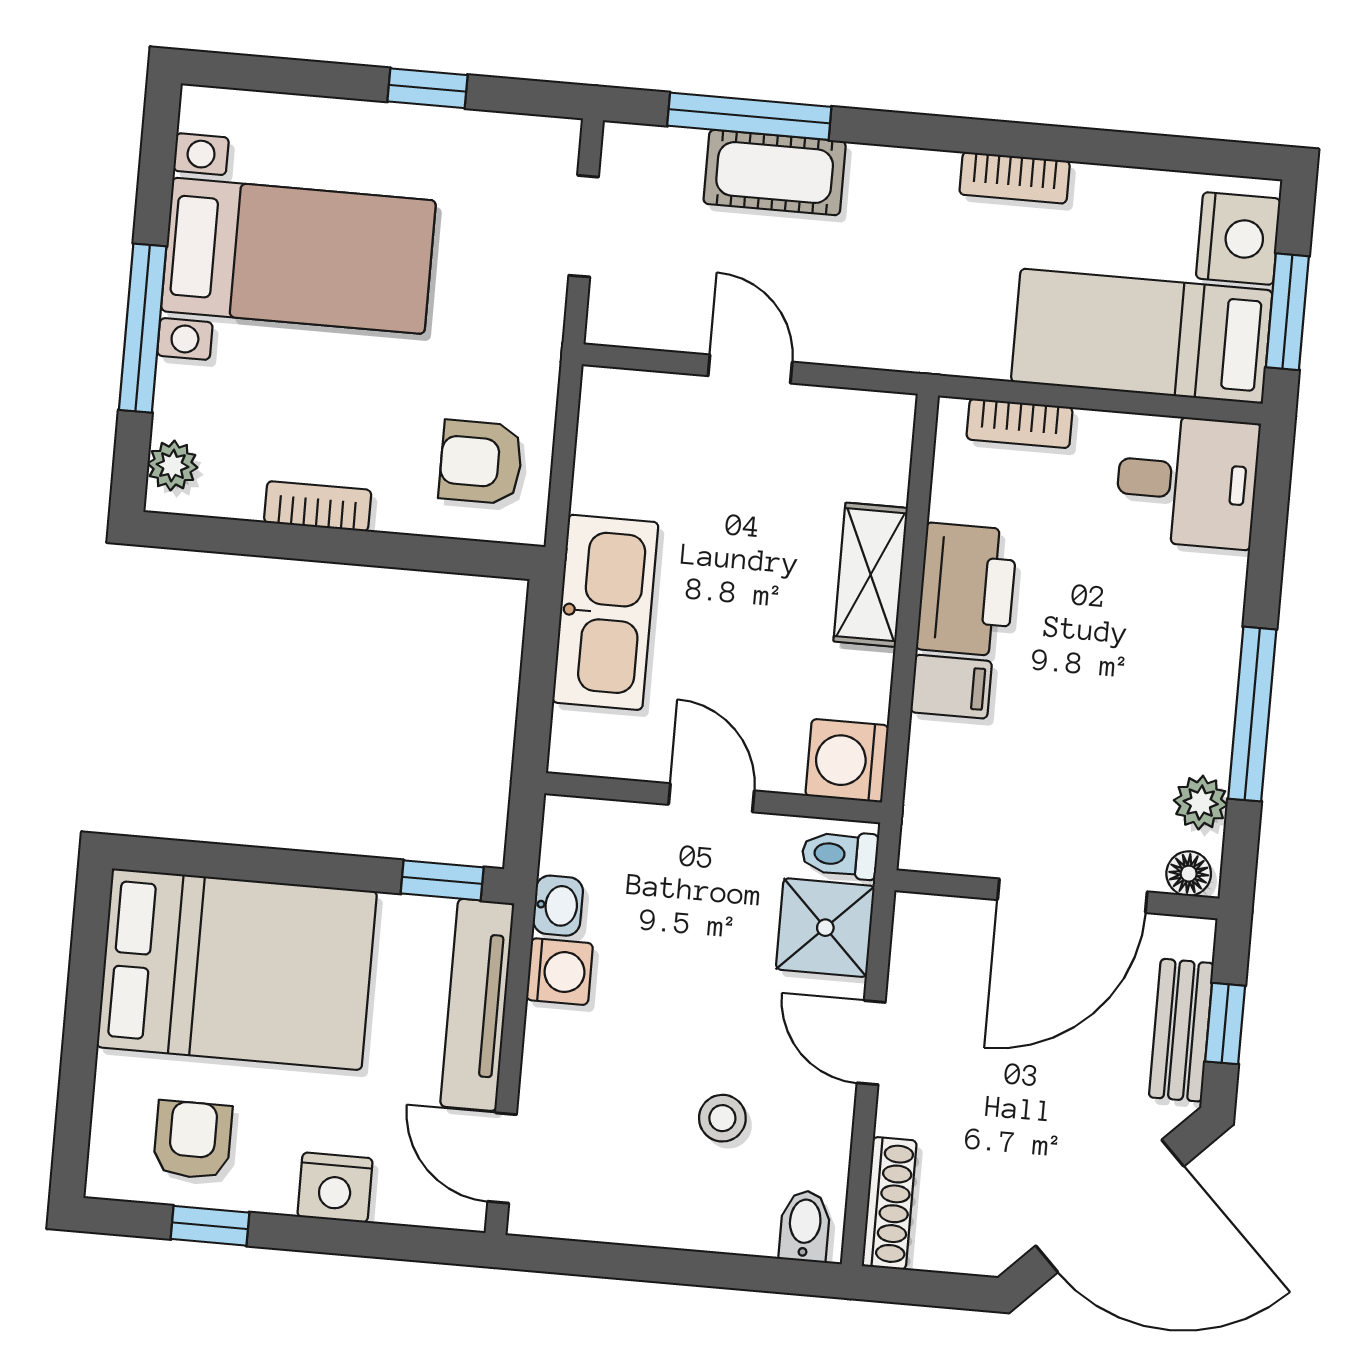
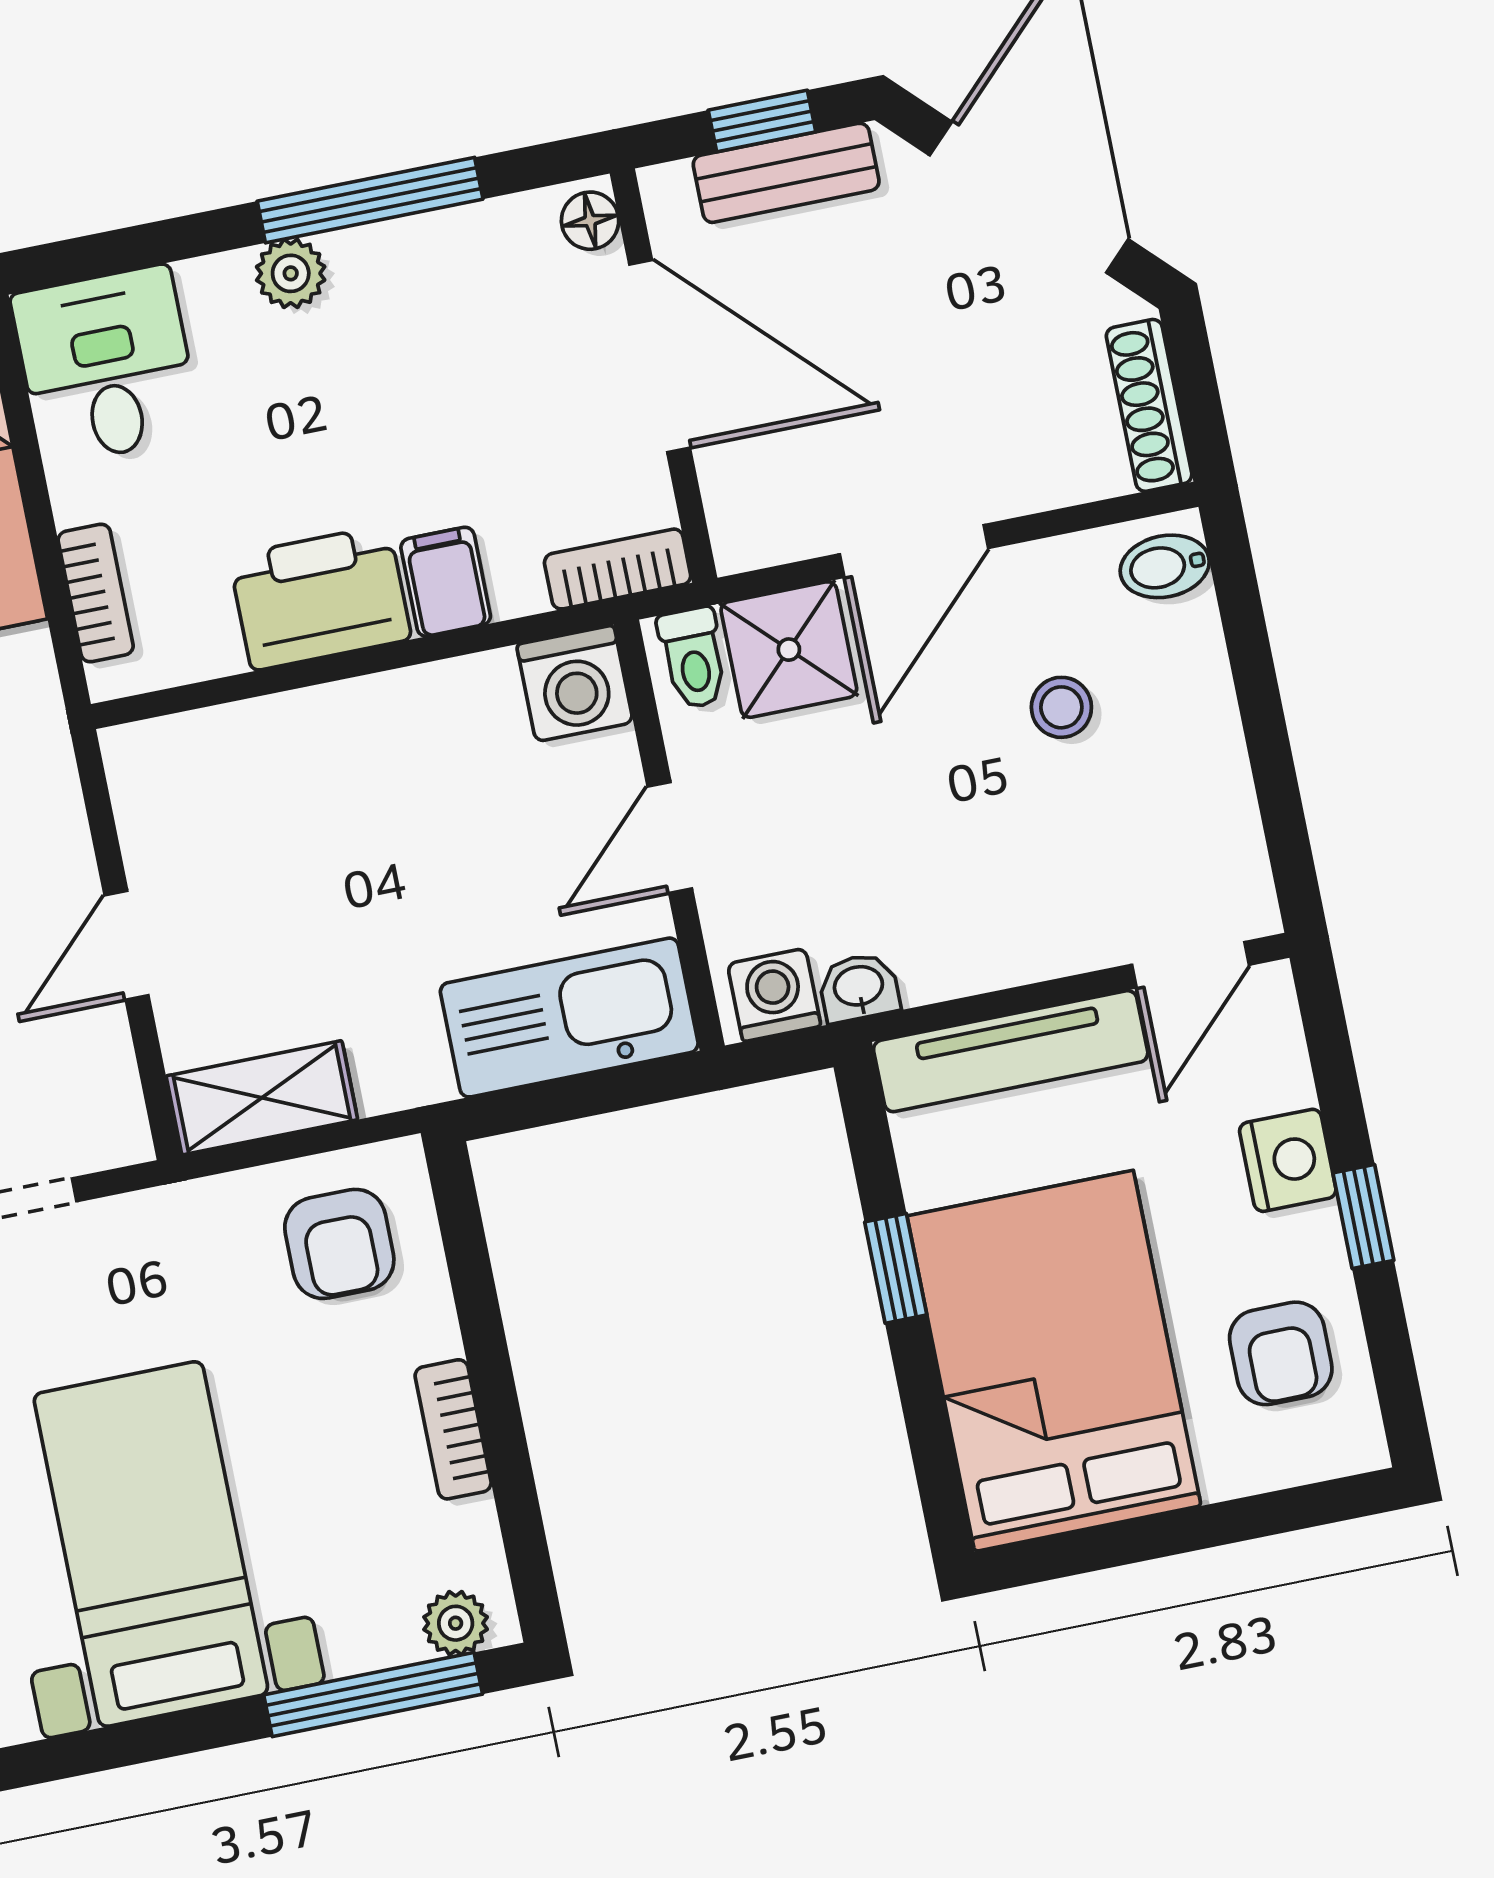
window: (143, 328) -> (373, 1695), moved
shelving: (871, 575) -> (262, 1098), moved
kitchen sink: (605, 612) -> (569, 1018), moved
plant: (1201, 803) -> (291, 273), moved
bookcase: (923, 818) -> (618, 569), added
window: (442, 880) -> (896, 1268), moved
washing machine: (560, 972) -> (774, 995), moved
door: (871, 1043) -> (914, 551), width x1.38
armchair: (193, 1140) -> (1281, 1353), turned -90
shoe rack: (889, 1203) -> (1149, 405), moved, turned -90
window: (210, 1226) -> (1363, 1217), moved

